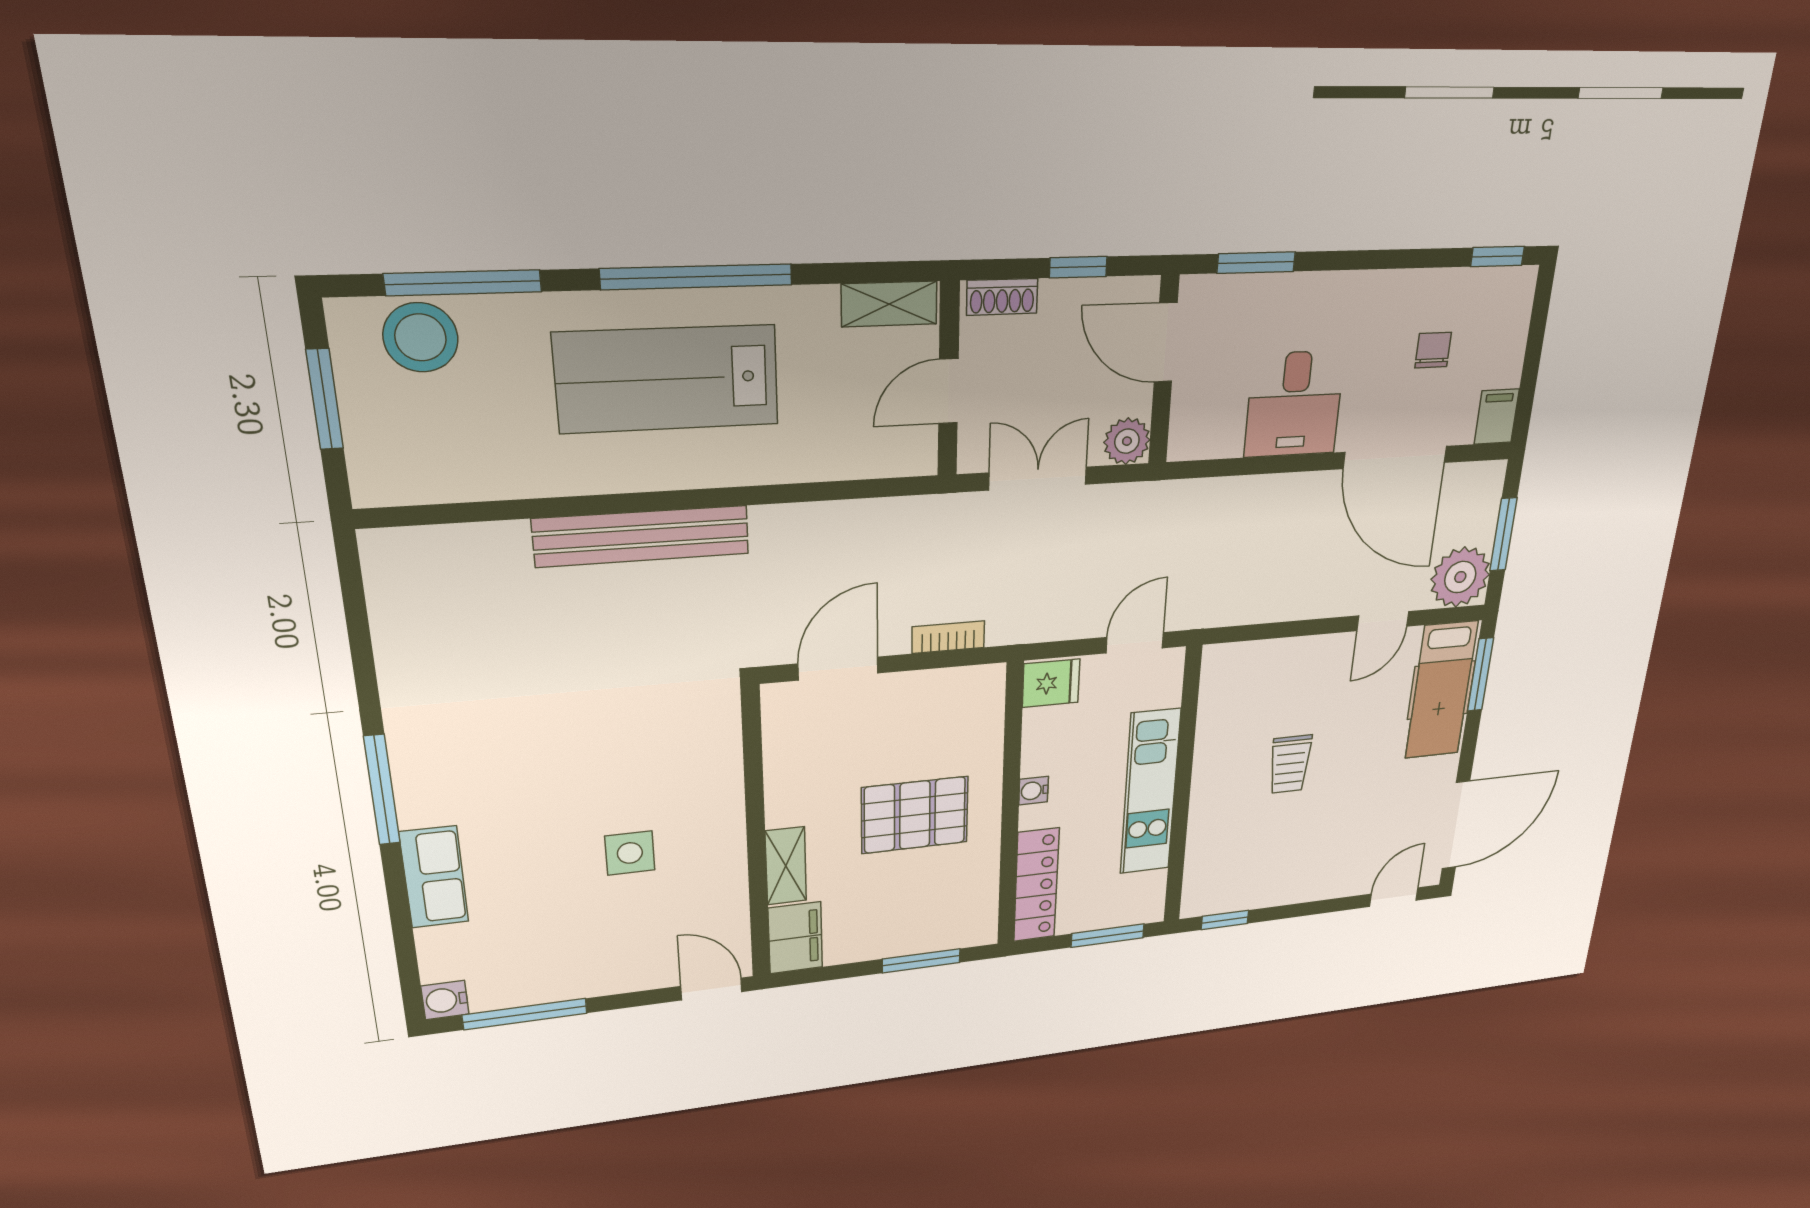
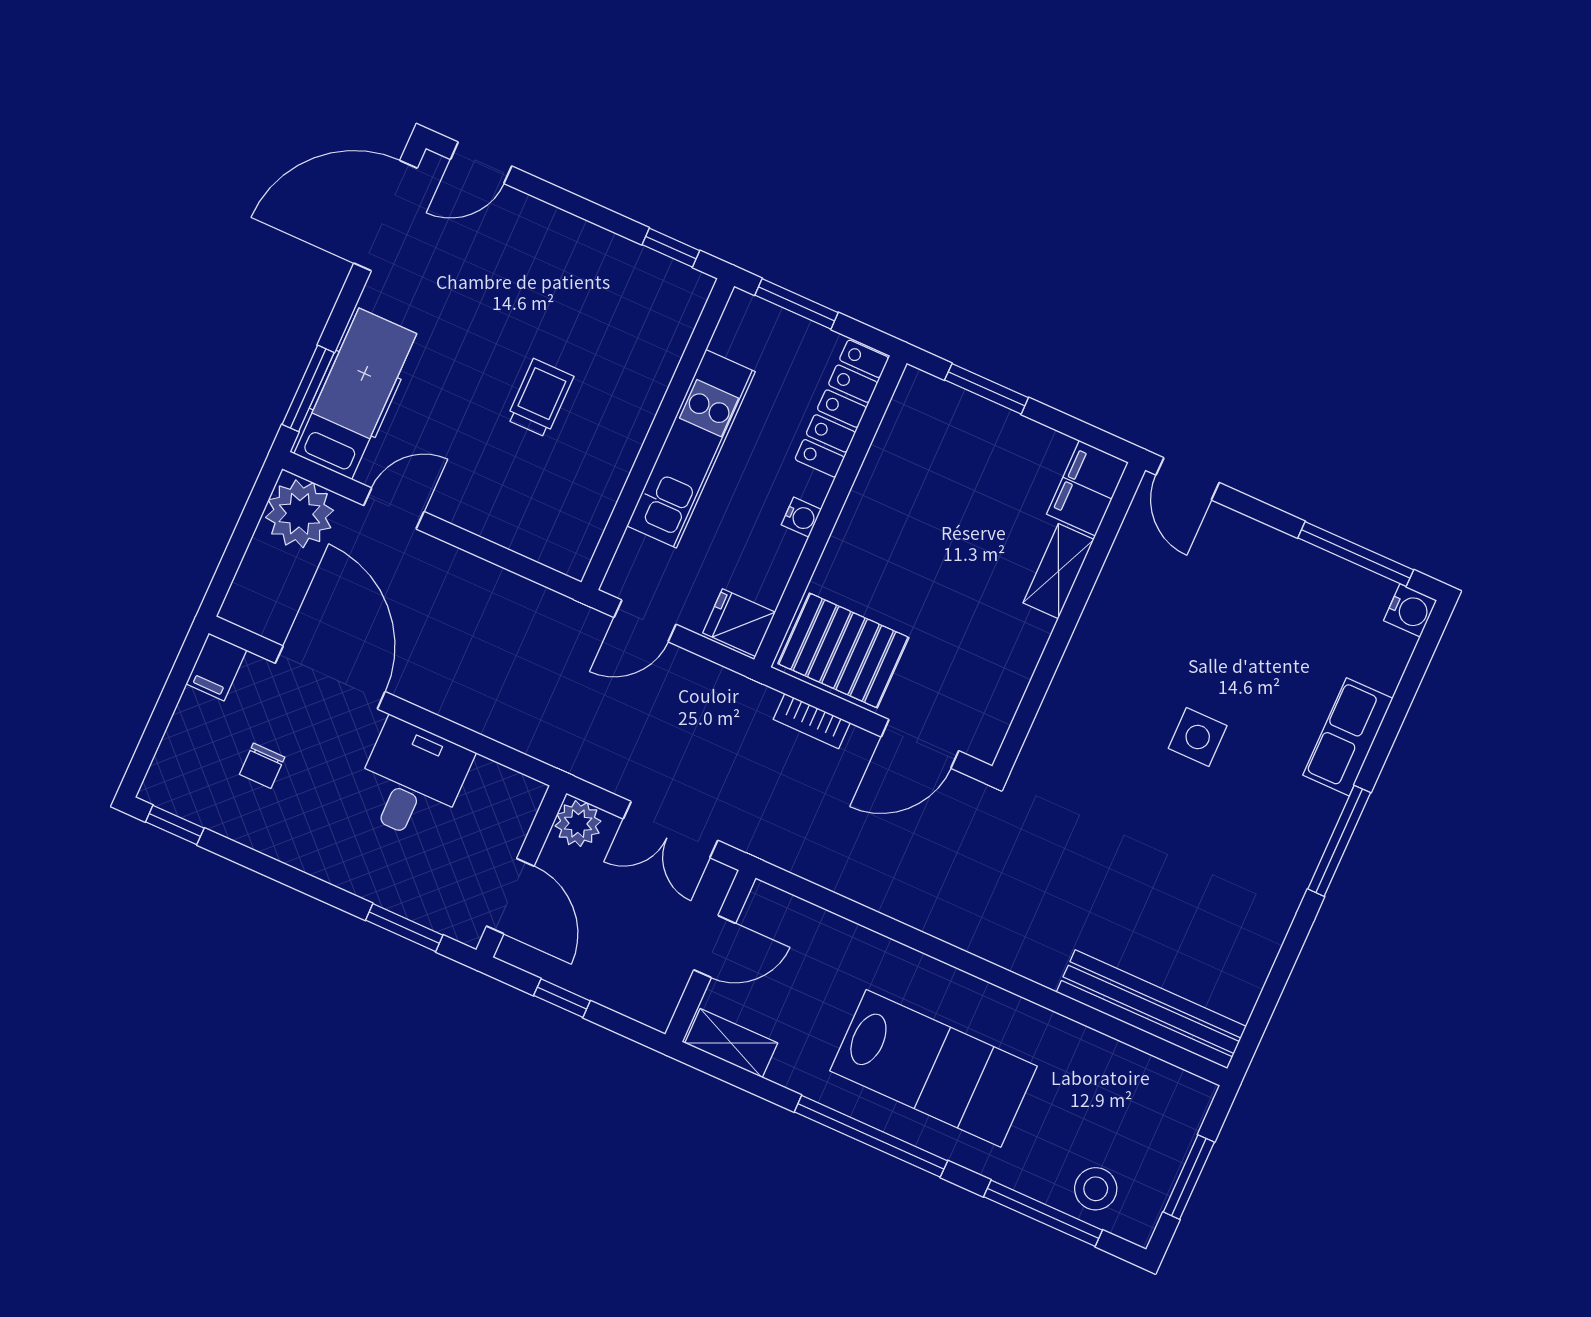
shoe rack: (1002, 297) -> (636, 1004), removed
stool: (421, 337) -> (1096, 1189), width x0.73, depth x0.73
window: (1503, 534) -> (242, 537), removed
bench: (642, 536) -> (1151, 1009), moved
pallet: (915, 815) -> (843, 651), moved
side table: (630, 853) -> (1198, 737), moved

